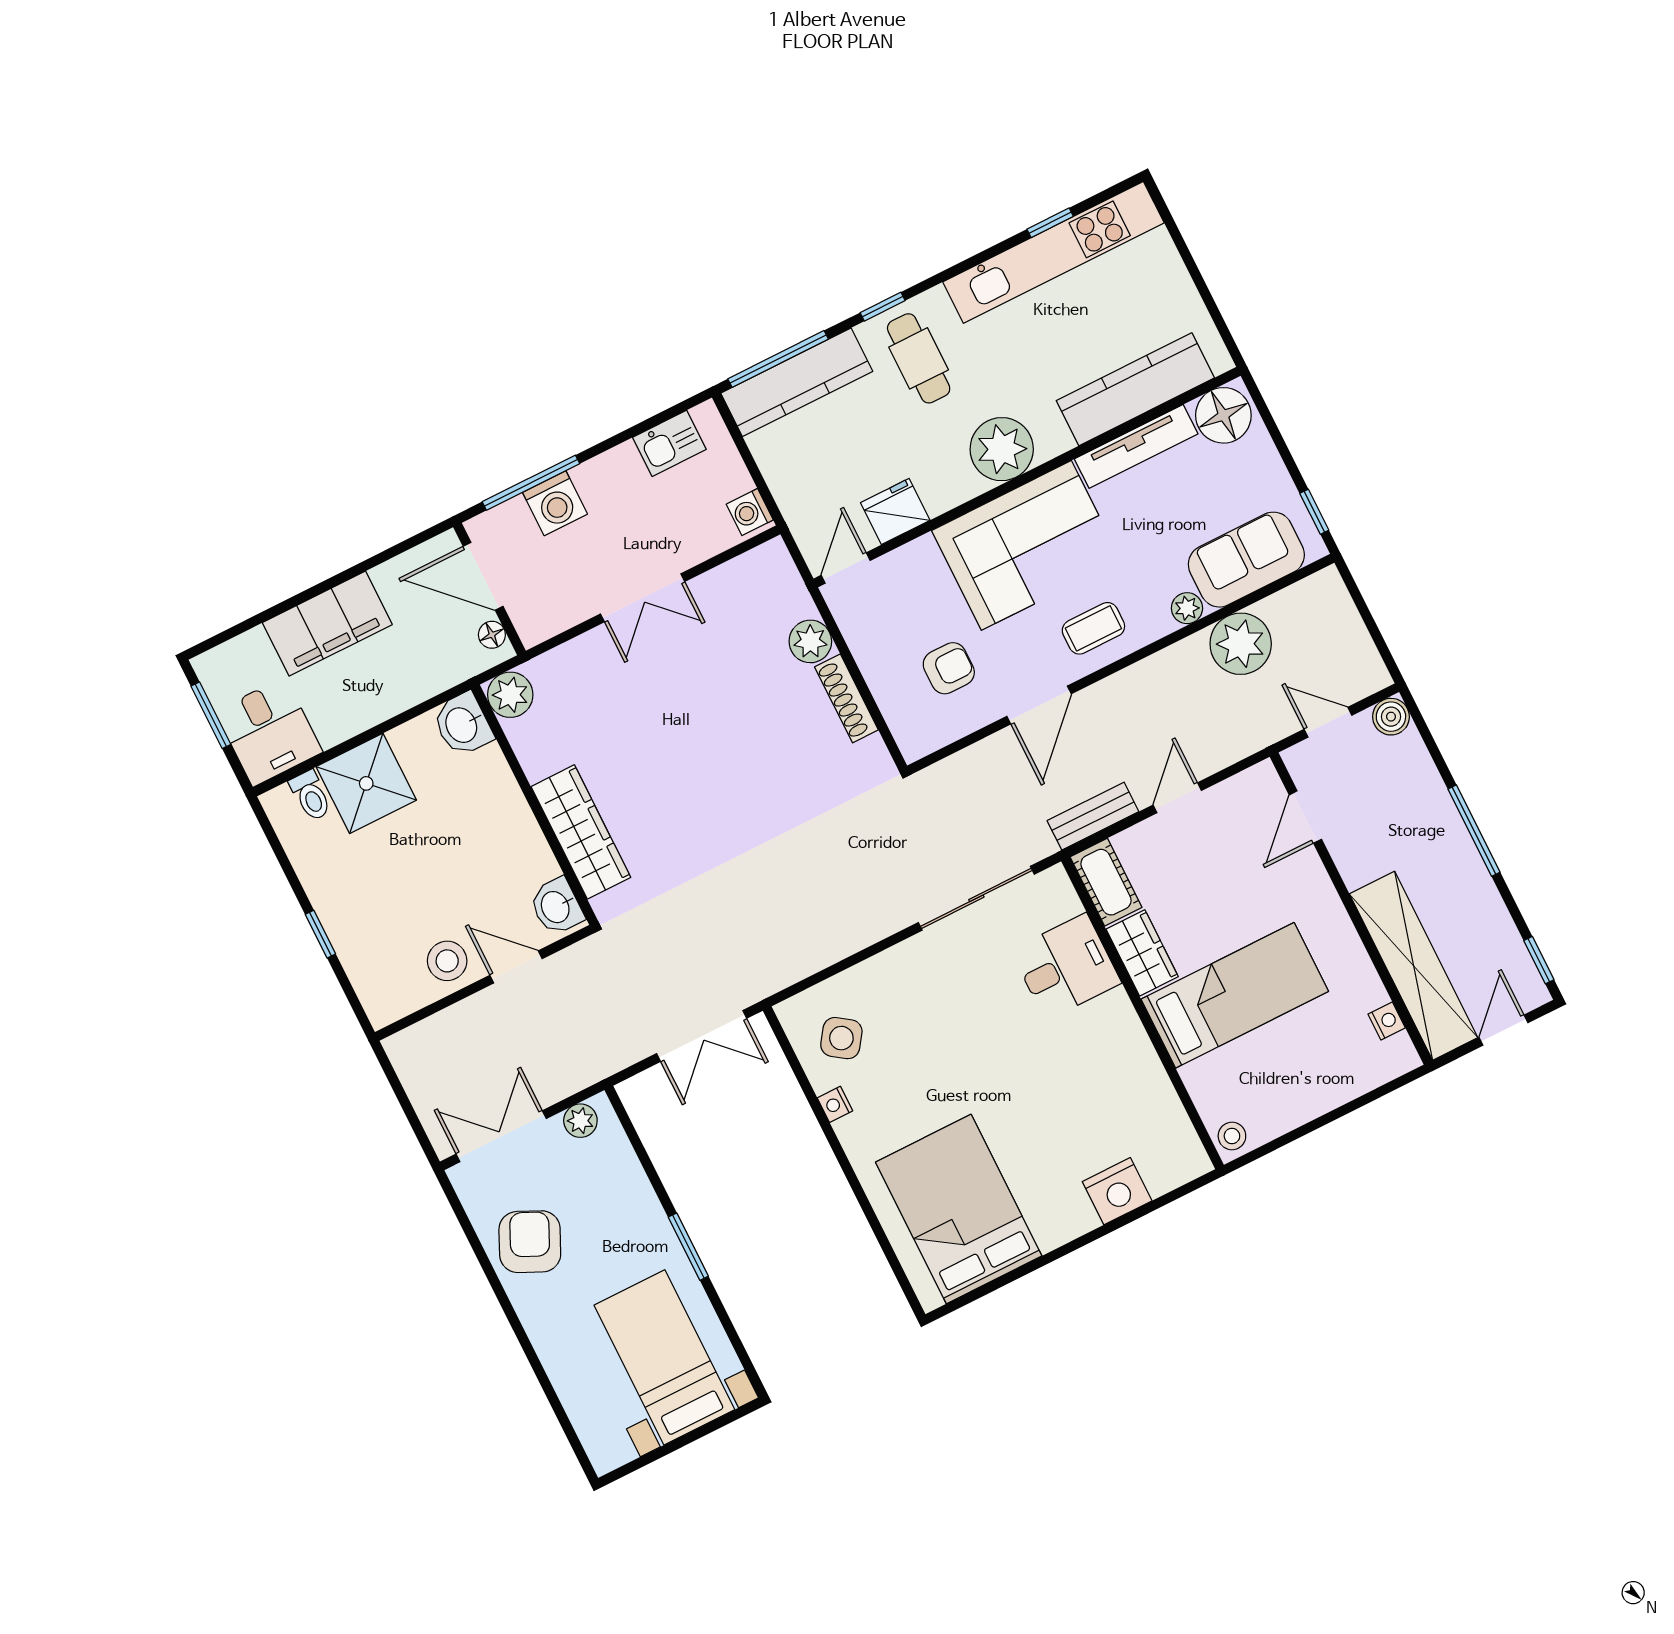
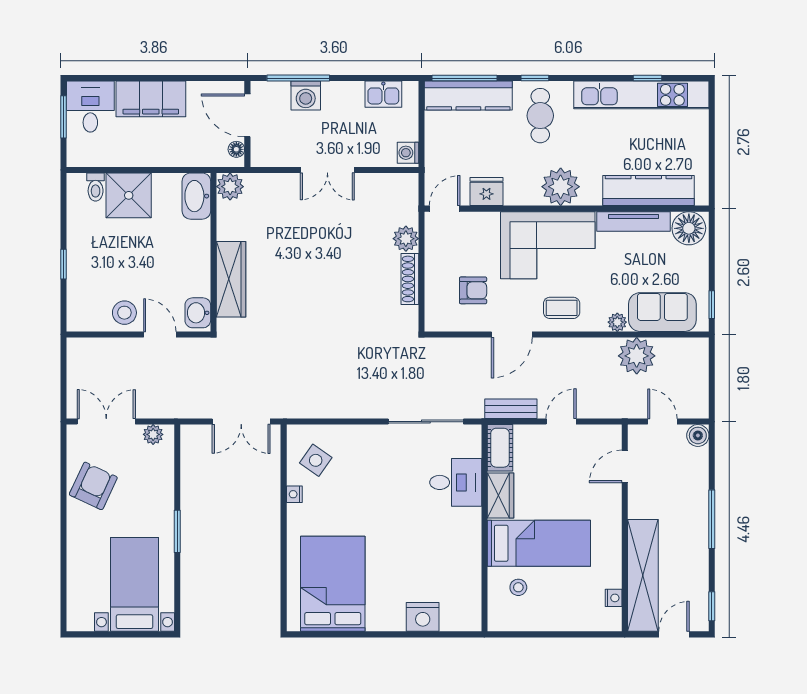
washbasin: (463, 724) -> (196, 196), width x1.38
desk: (269, 732) -> (90, 107), moved, turned 180
stool: (1232, 1136) -> (518, 587), moved

